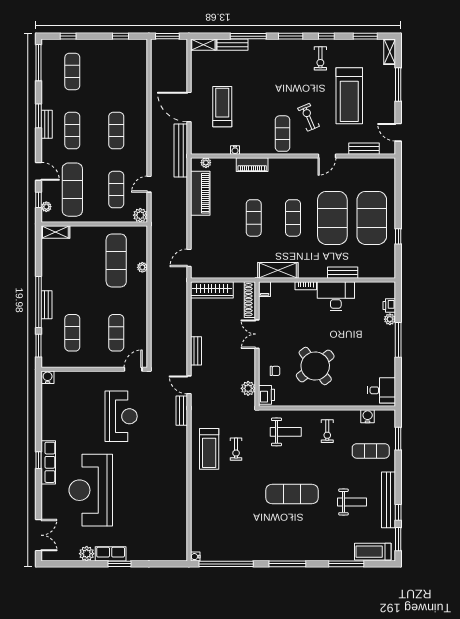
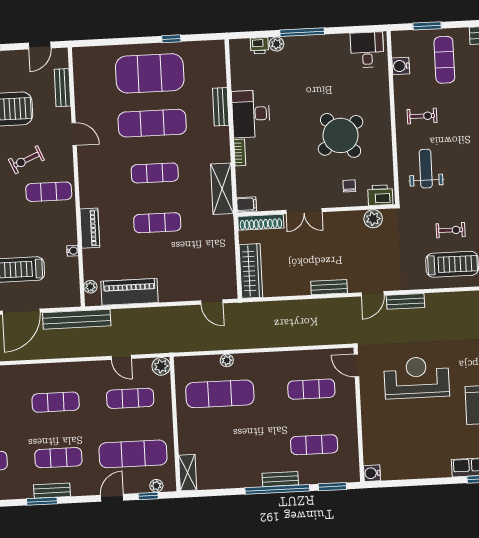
exercise mat: (332, 218) -> (152, 123), width x0.68

